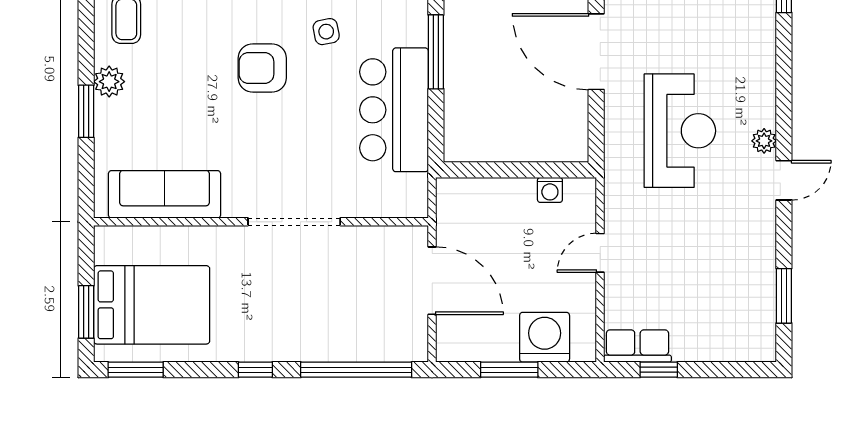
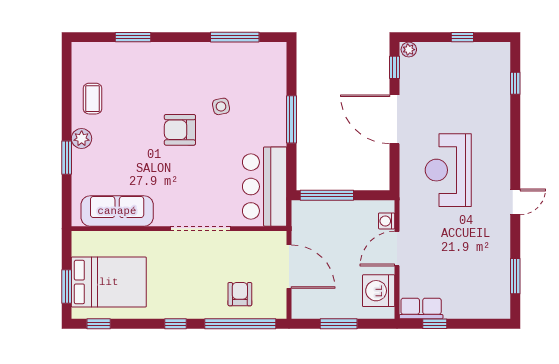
bar counter: (394, 110) -> (265, 187), moved
reception desk: (680, 131) -> (448, 170), turned 180
plant: (764, 141) -> (502, 177), removed
window: (491, 170) -> (327, 195), added
washing machine: (550, 190) -> (387, 221), moved, turned 90
door: (600, 253) -> (397, 249), width x1.38
armchair: (356, 324) -> (240, 294), added
washing machine: (545, 337) -> (379, 291), moved, turned -90
window: (136, 370) -> (99, 324), width x0.67

